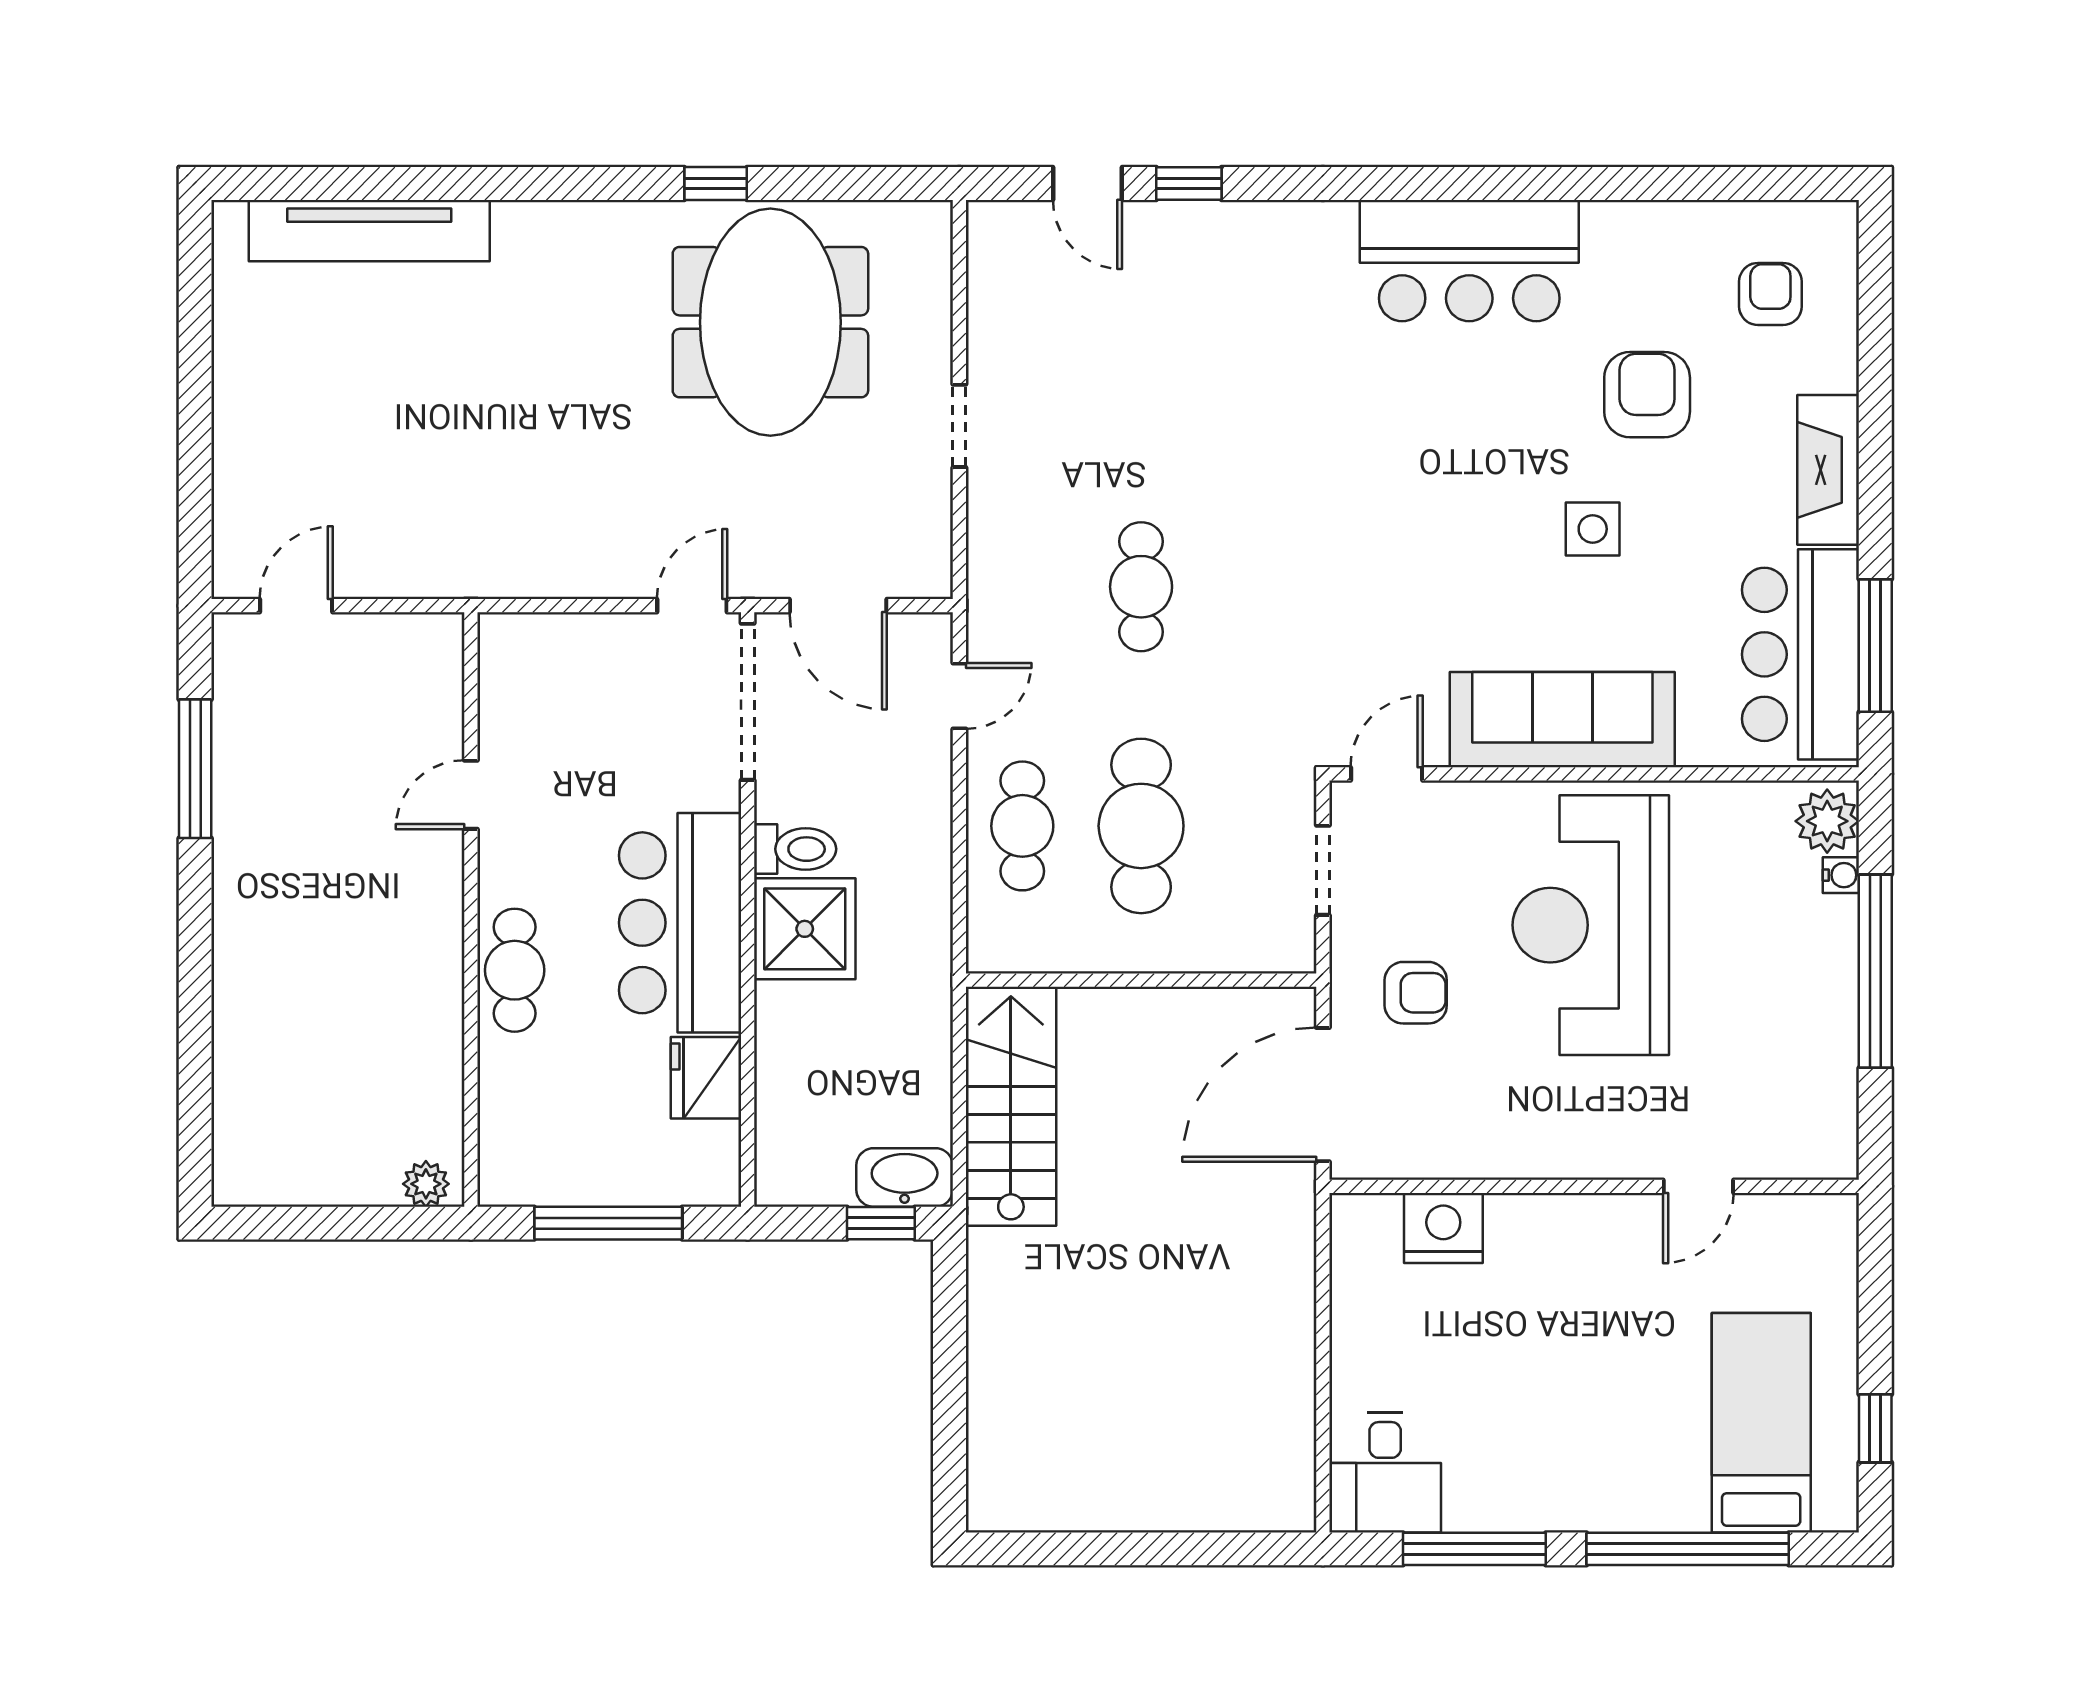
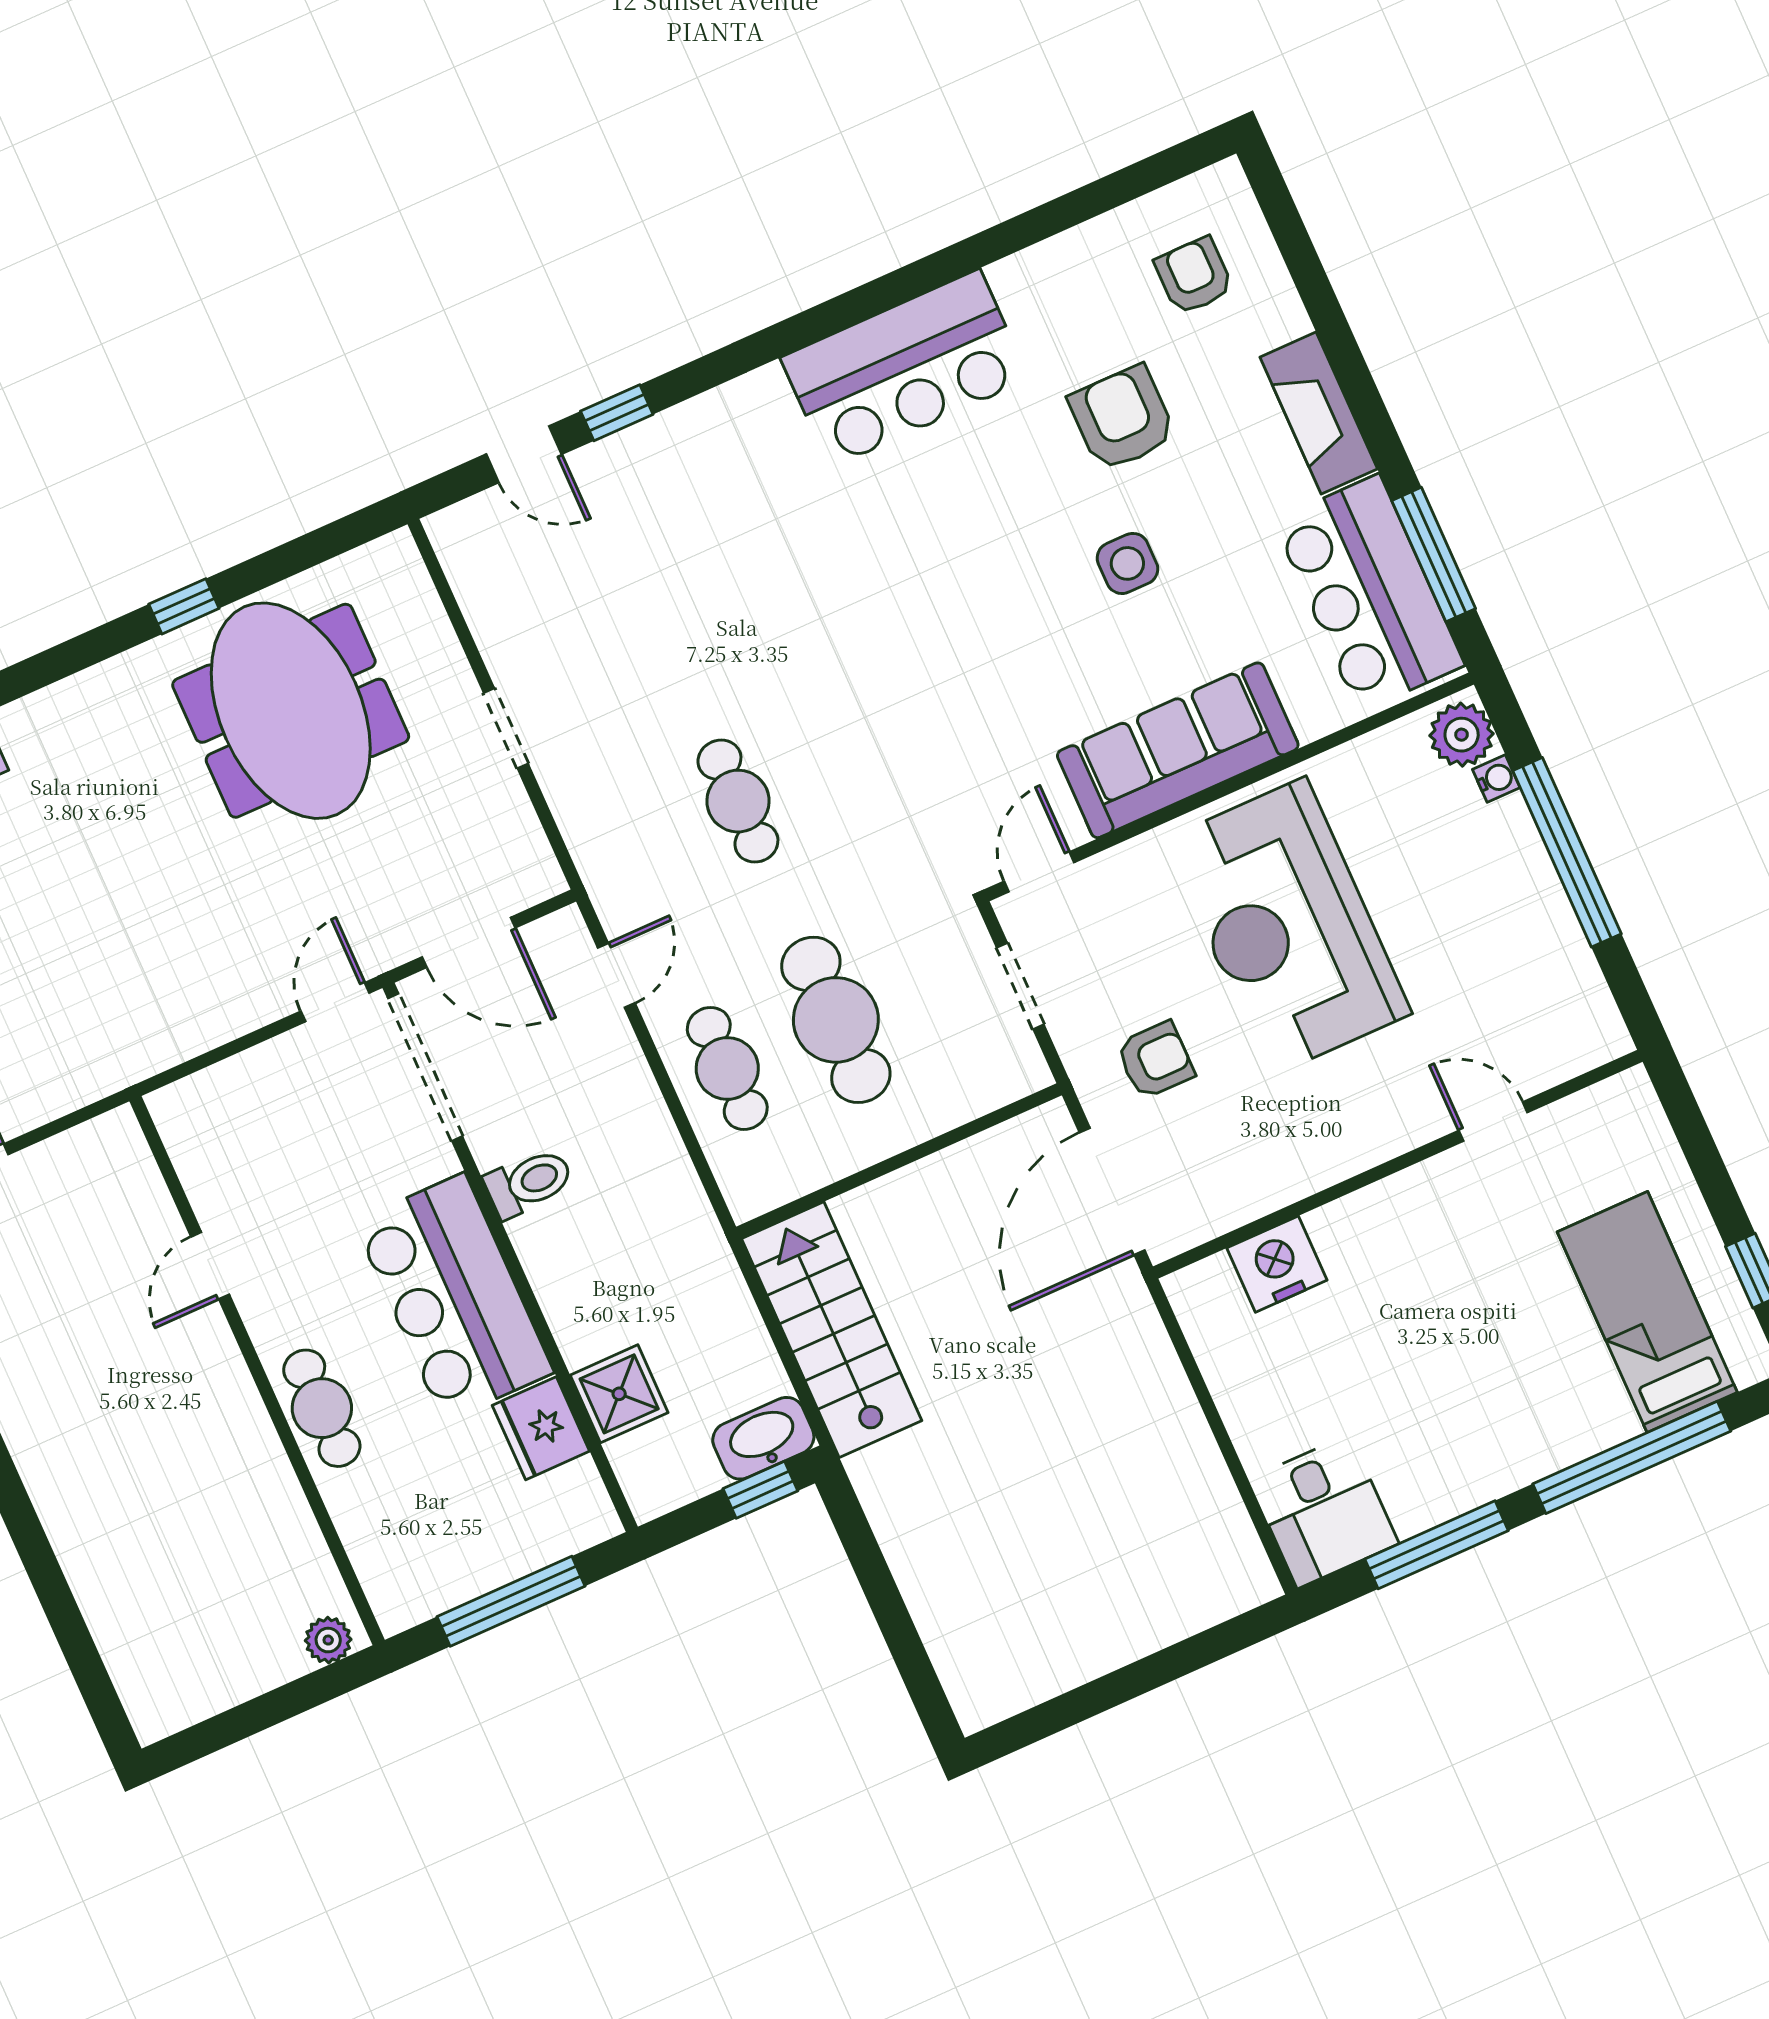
shower: (805, 929) -> (619, 1394), moved, width x0.73, depth x0.73
door: (1698, 1186) -> (1493, 1122), swing flipped

